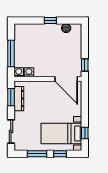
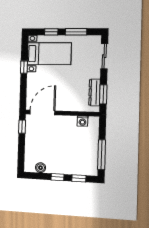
window: (31, 20) -> (79, 178), added
window: (11, 53) -> (102, 155), moved
washing machine: (19, 72) -> (94, 122), removed
door: (66, 79) -> (42, 112), hinge flipped
window: (85, 133) -> (24, 67), moved

